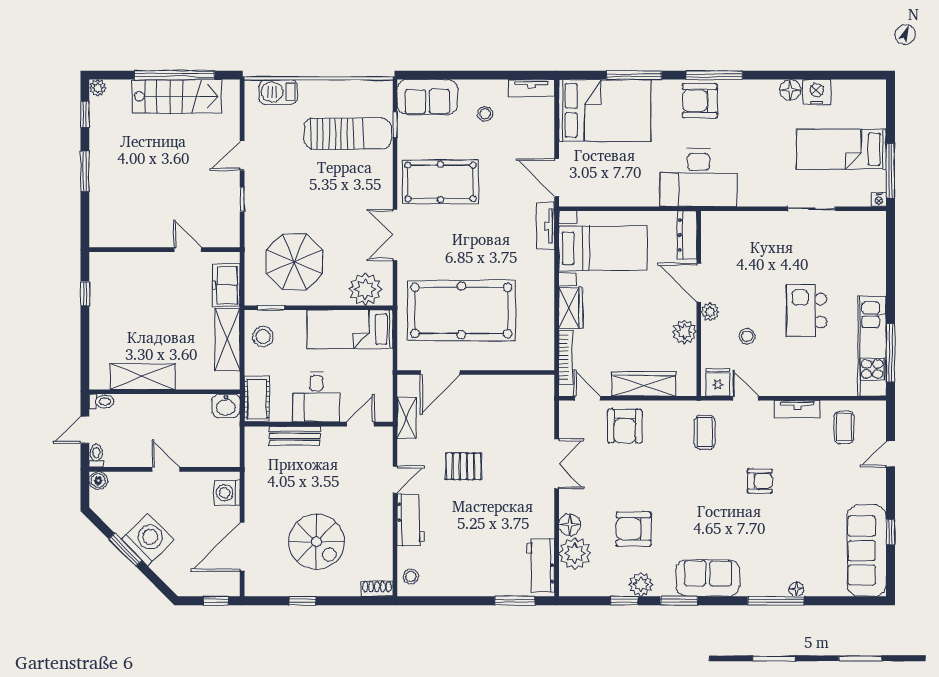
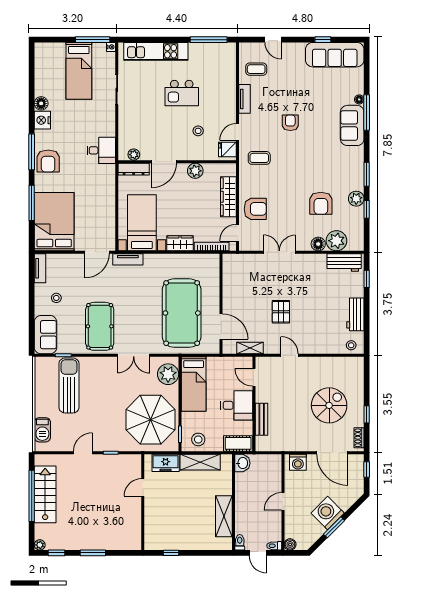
nightstand: (817, 92) -> (42, 120), moved
door: (242, 156) -> (83, 453), swing flipped
desk: (699, 178) -> (101, 150), width x0.53, depth x0.77
parasol: (294, 262) -> (151, 420), width x1.36, depth x1.36
plant: (710, 312) -> (134, 155), moved
kitchen unit: (872, 346) -> (156, 51), moved
workbench: (411, 520) -> (355, 314), moved, turned -90
sofa: (708, 578) -> (352, 125), moved
shoe rack: (377, 589) -> (359, 438), moved
window: (515, 601) -> (367, 279), width x0.67

